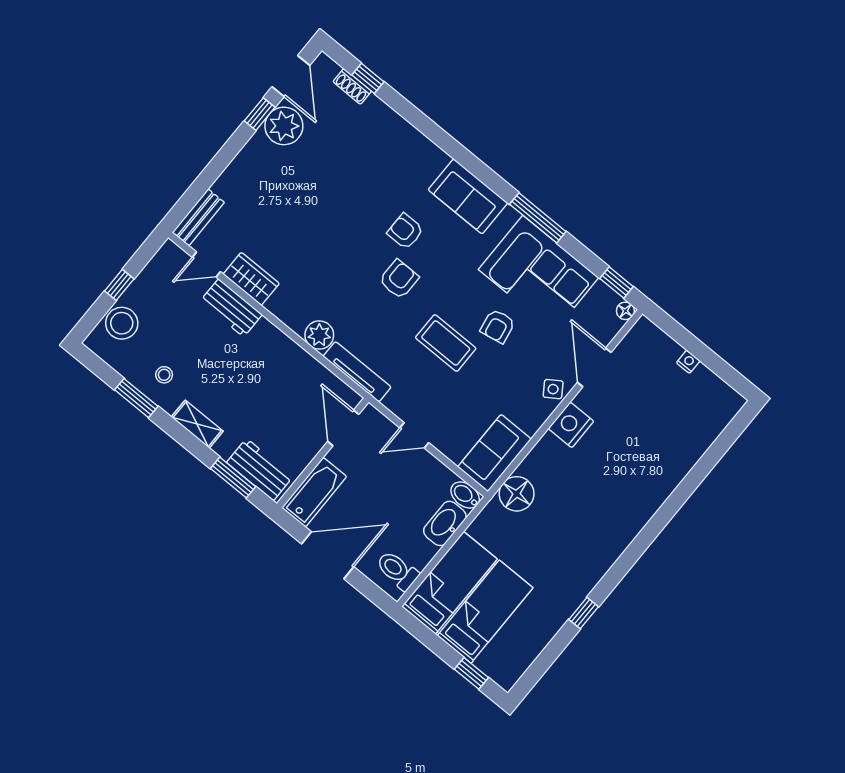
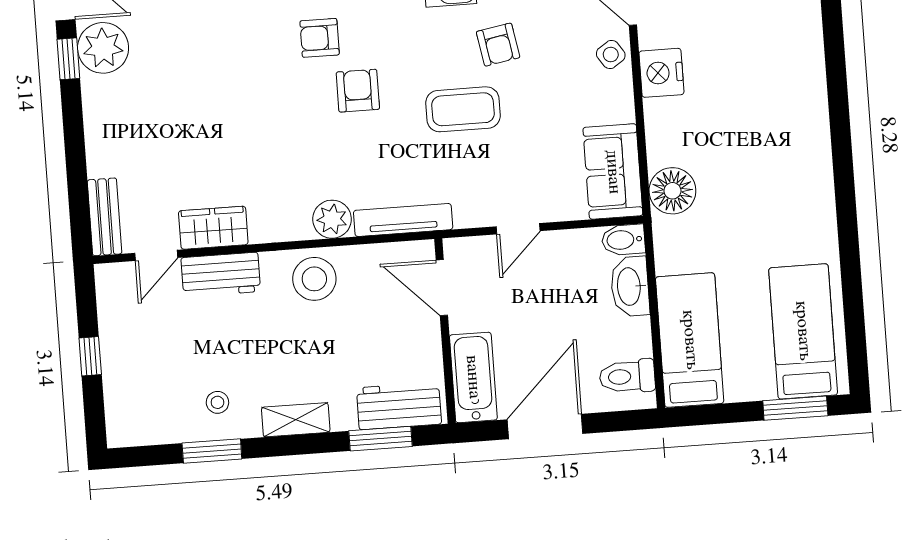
stool: (122, 323) -> (314, 279), moved
bed: (485, 612) -> (803, 331), moved
window: (584, 613) -> (849, 245), removed
window: (471, 673) -> (795, 408), width x1.50

